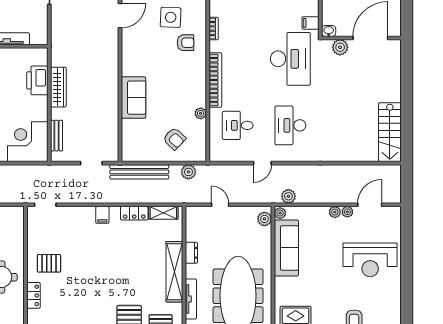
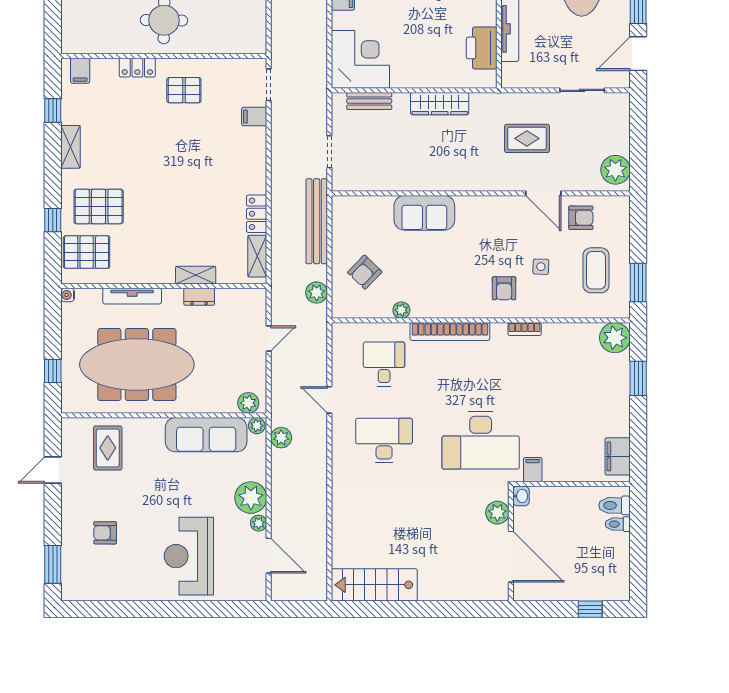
side table: (171, 17) -> (541, 267), width x0.54, depth x0.54
rug: (82, 27) -> (527, 138), added
printer: (37, 80) -> (482, 48), moved, turned -90
plant: (335, 212) -> (251, 498), width x1.88, depth x1.88
filing cabinet: (102, 215) -> (254, 117), moved
pallet: (49, 263) -> (184, 90), turned 90
shelving: (174, 272) -> (196, 275), width x0.45, depth x0.75

